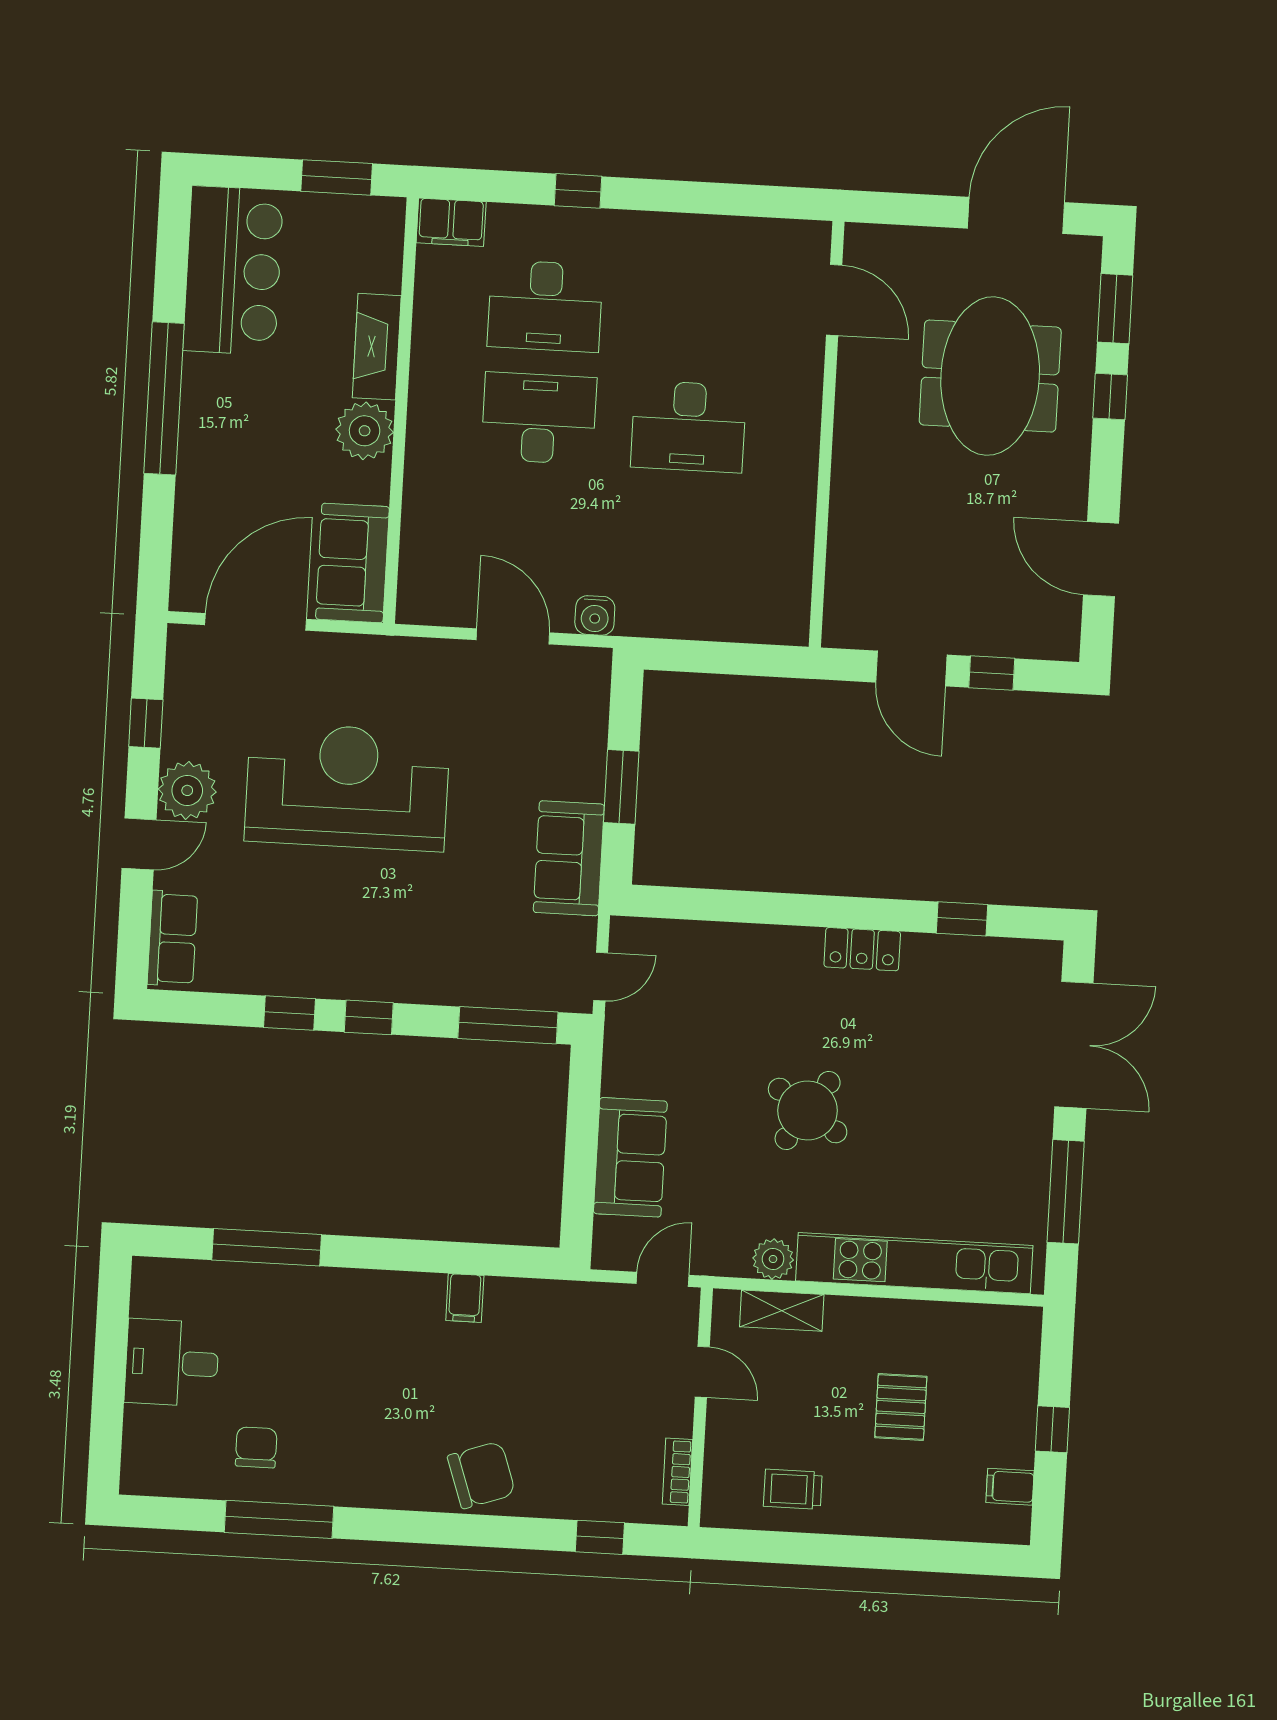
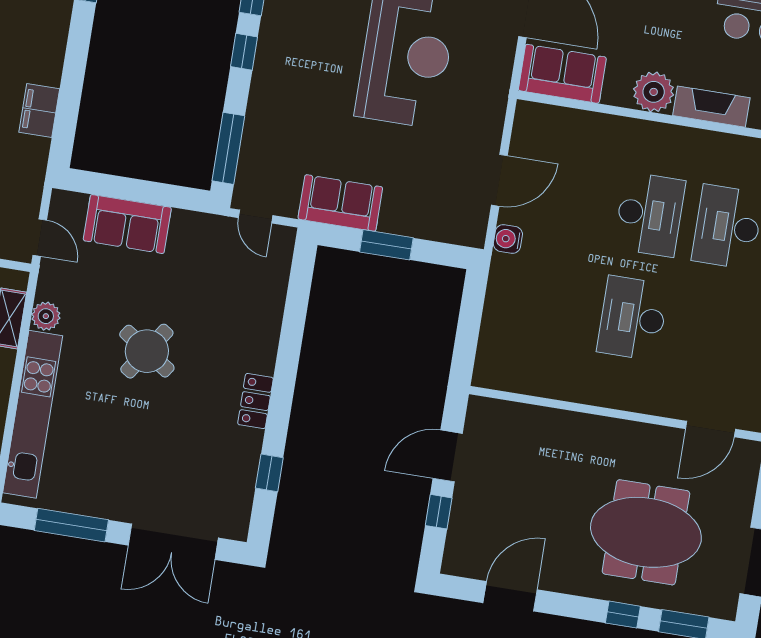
filing cabinet: (465, 1298) -> (39, 110), width x2.00

